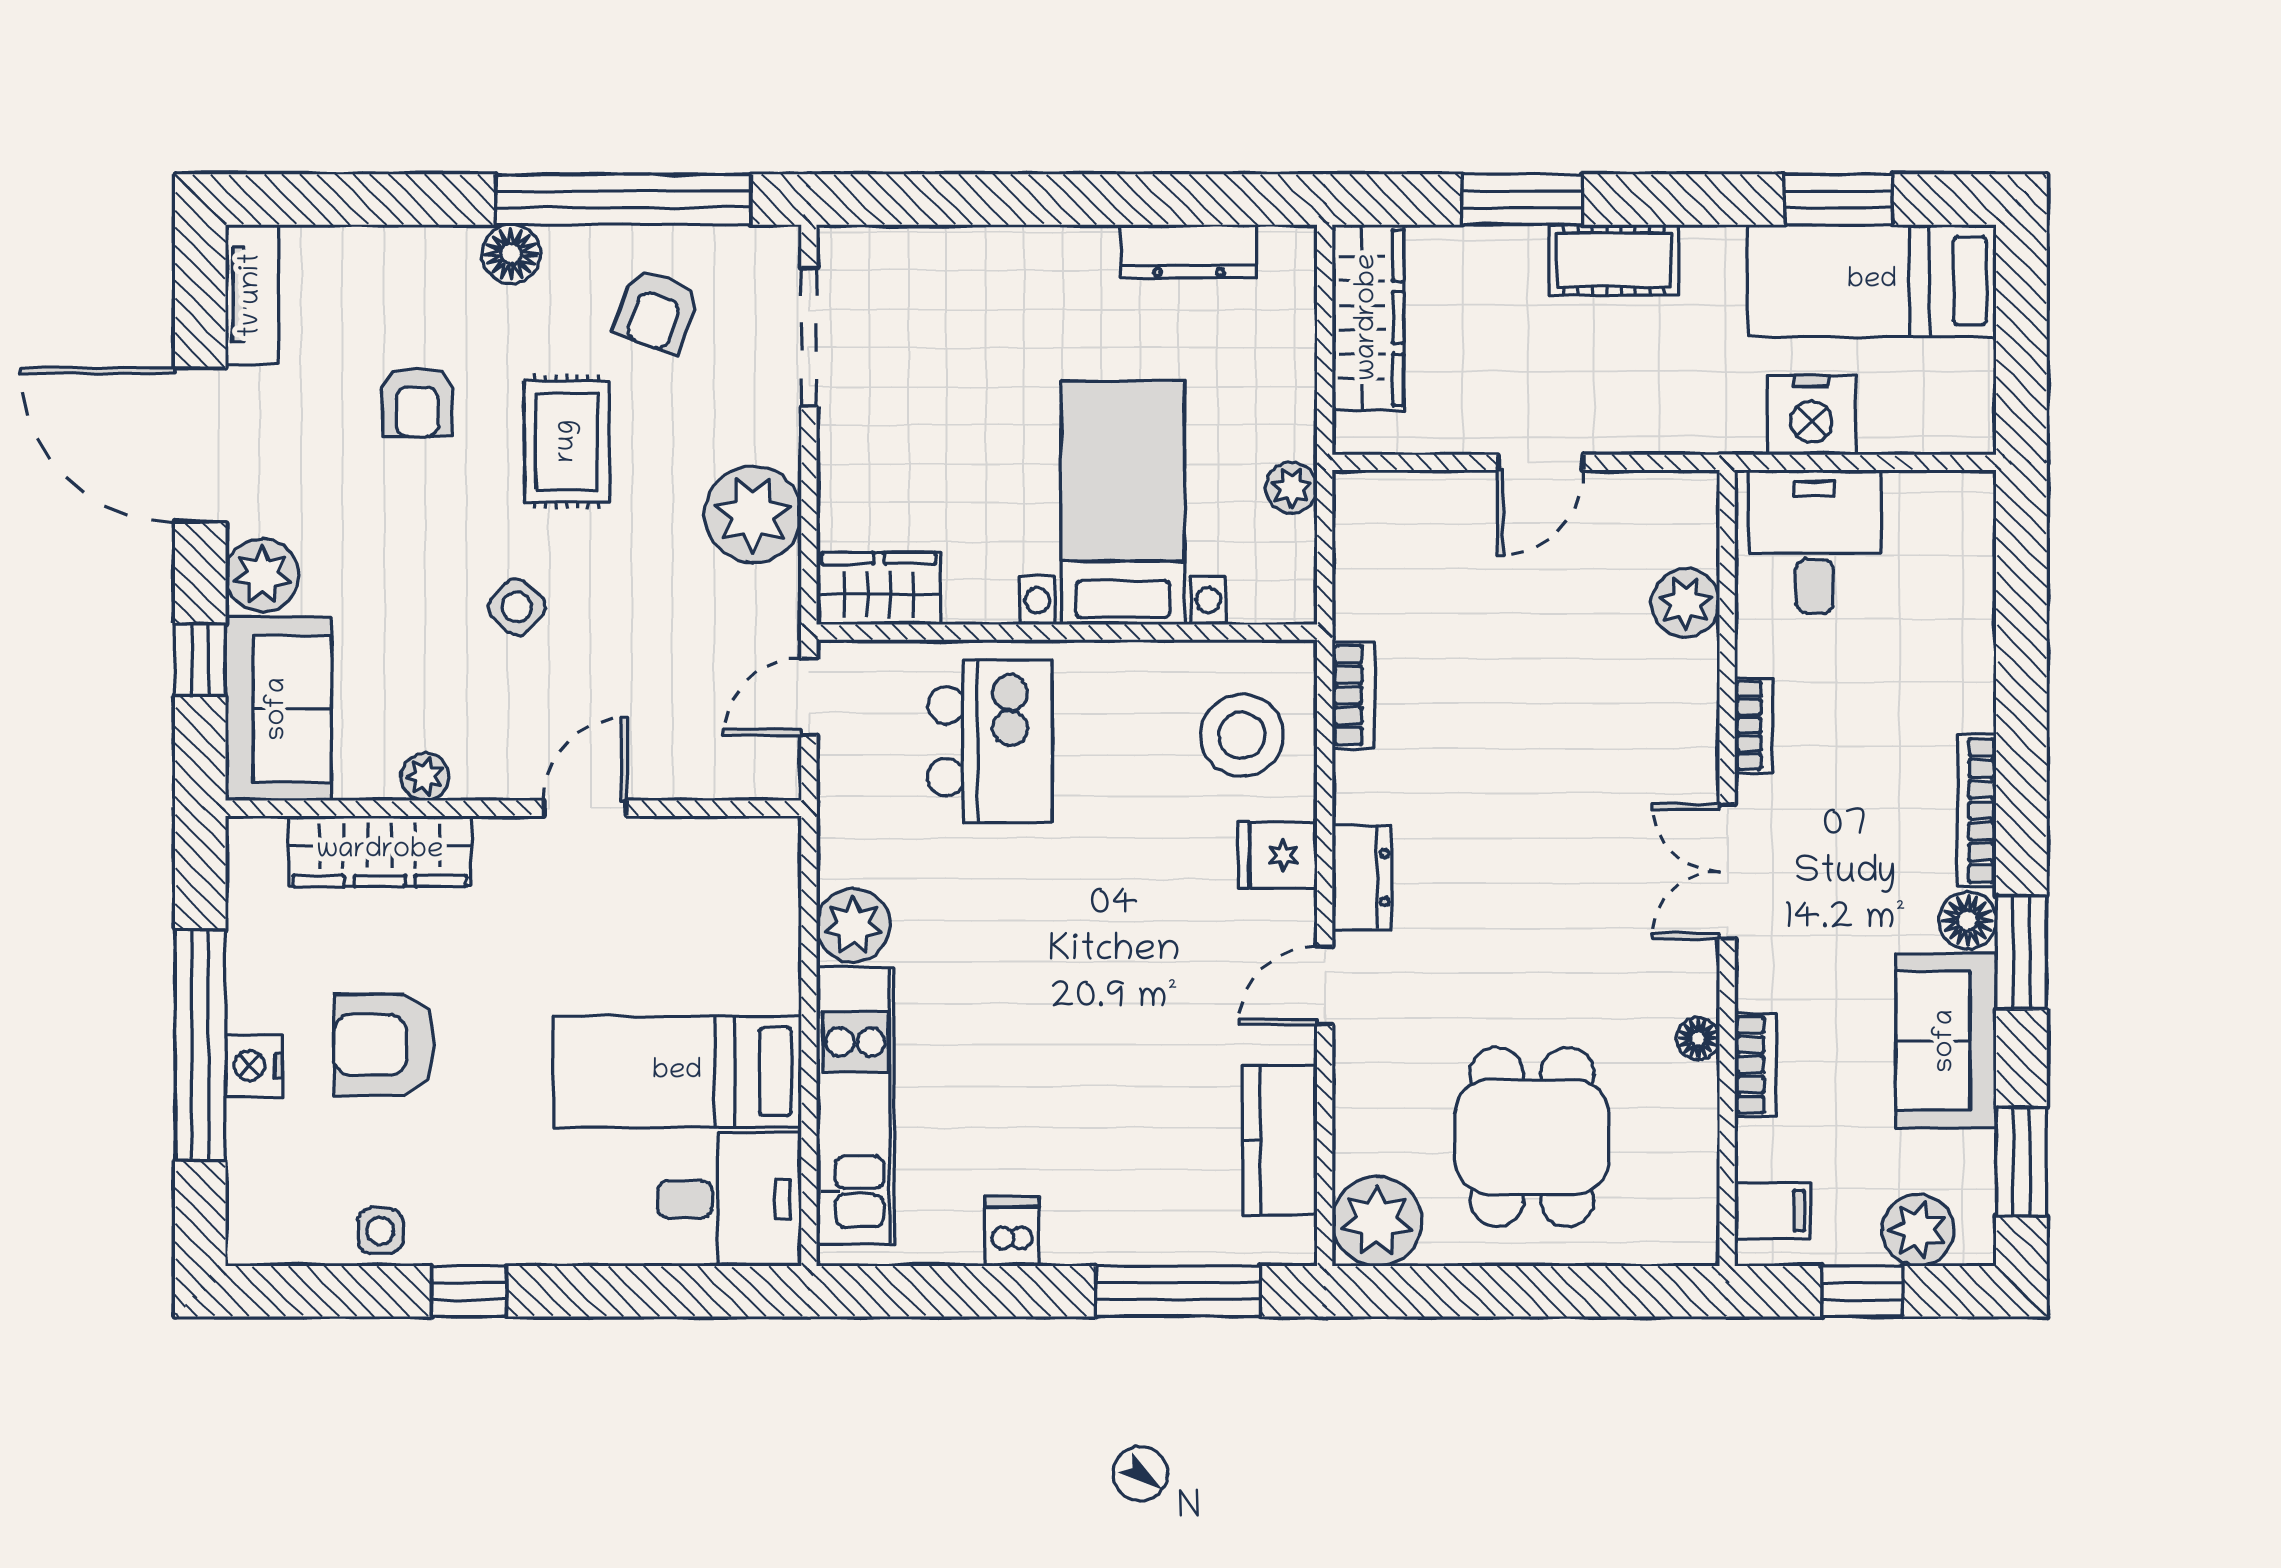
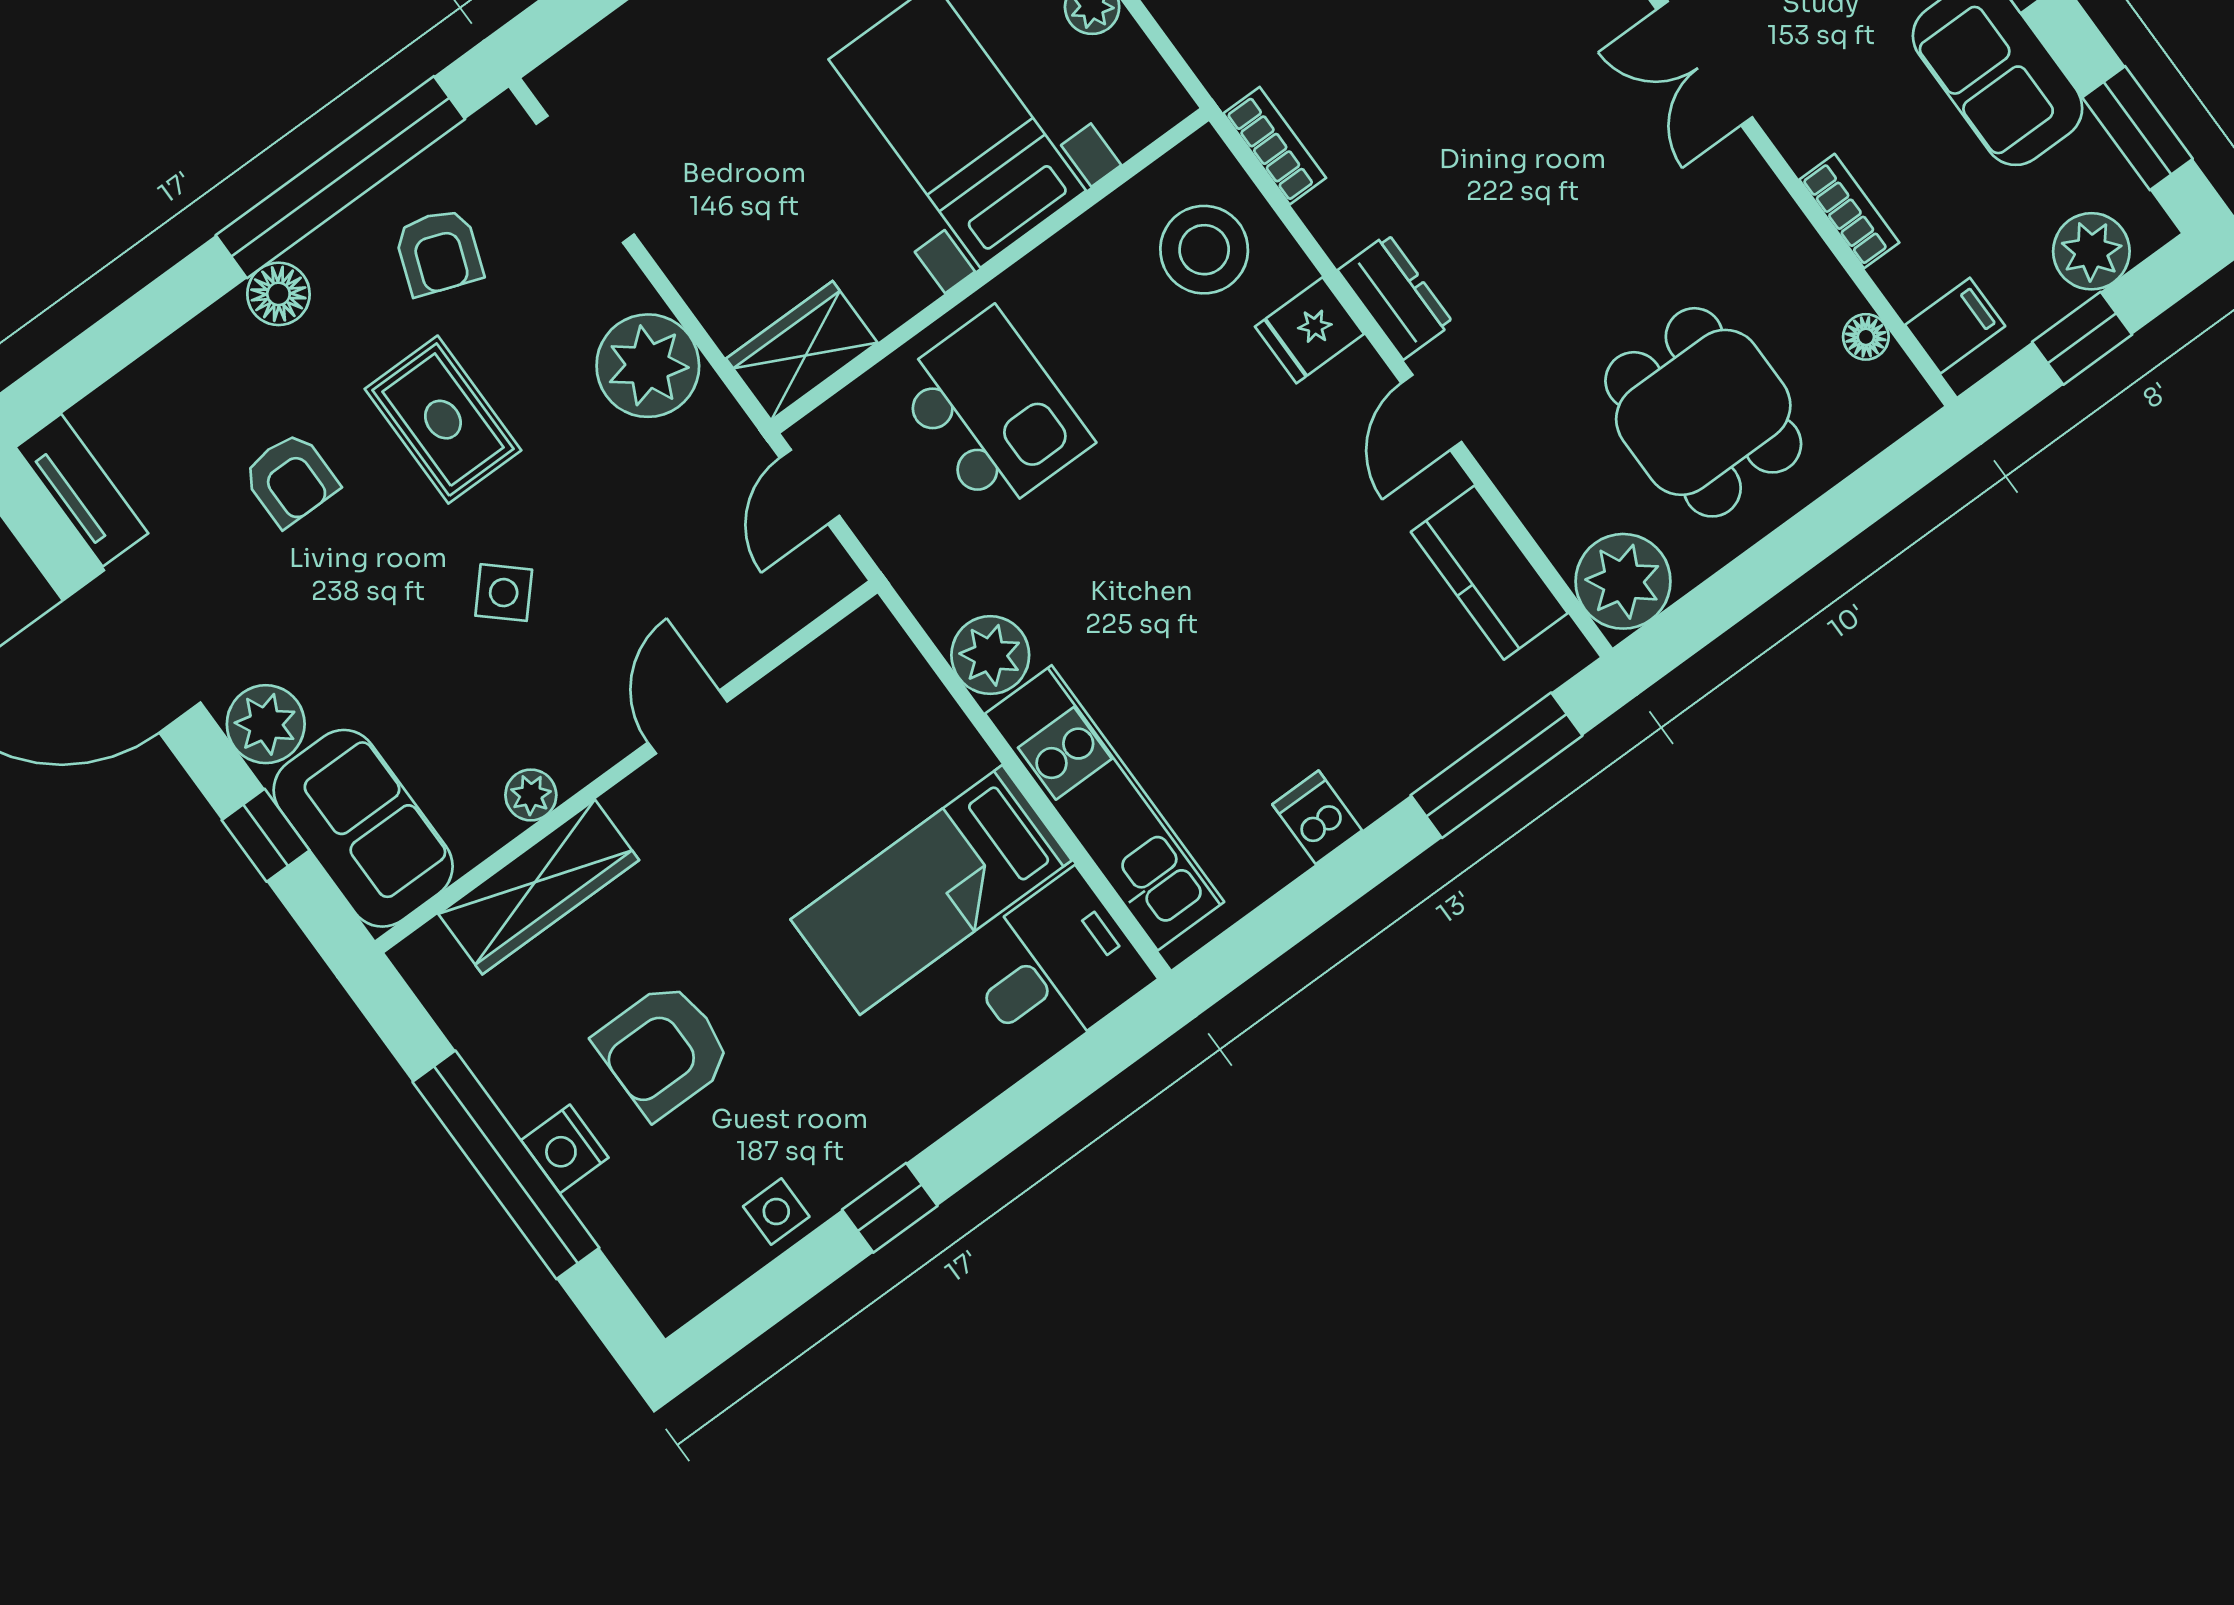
floor lamp: (1698, 1039) -> (1866, 337), moved

